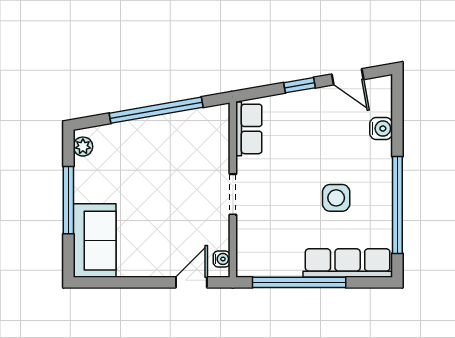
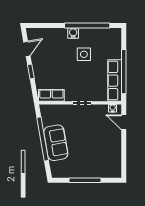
water cooler: (381, 129) -> (73, 33), moved
plant: (83, 147) -> (60, 173), removed
sofa: (95, 241) -> (56, 143), moved, turned 80
row of seats: (348, 263) -> (115, 81), moved

